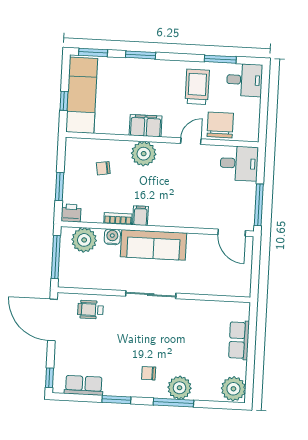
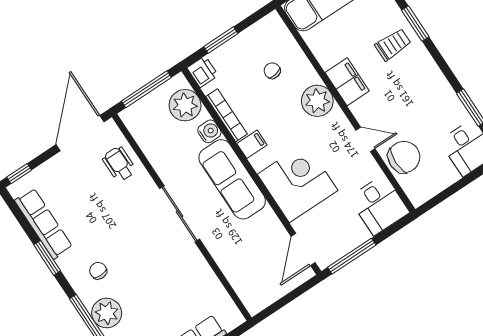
trolley: (197, 87) -> (393, 45), moved, width x0.73, depth x0.72
corner desk: (186, 205) -> (298, 182), added
bookcase: (118, 219) -> (227, 115), width x1.56
row of seats: (84, 385) -> (44, 224), width x1.48

